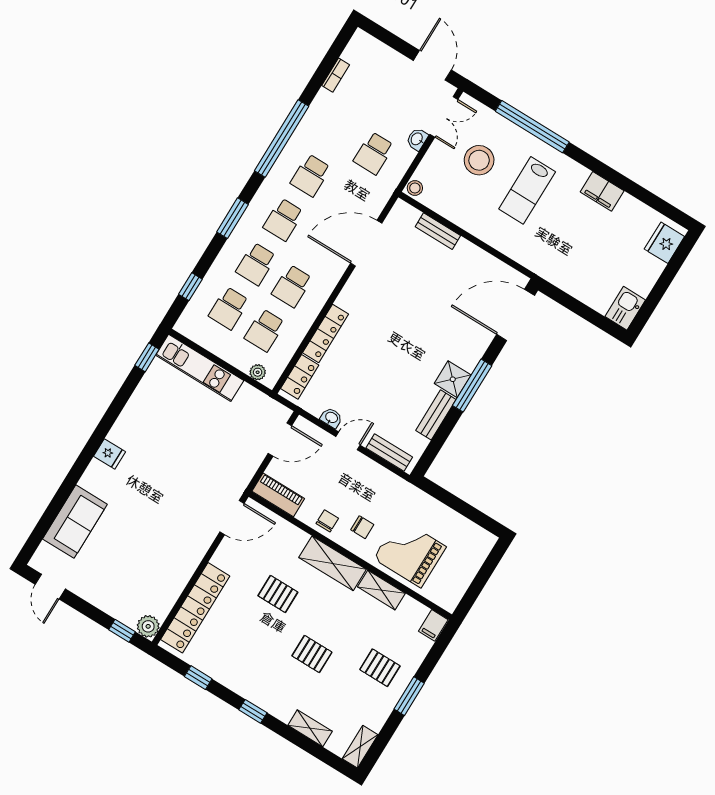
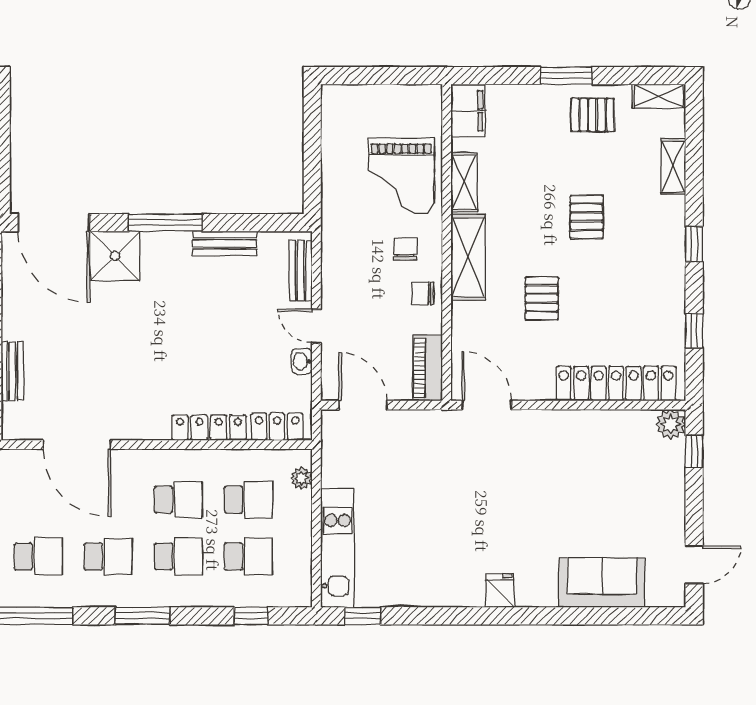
shower: (453, 379) -> (115, 256), moved, width x1.36, depth x1.36
filing cabinet: (433, 625) -> (468, 111), width x2.00
pallet: (380, 668) -> (593, 115), moved, turned 90

